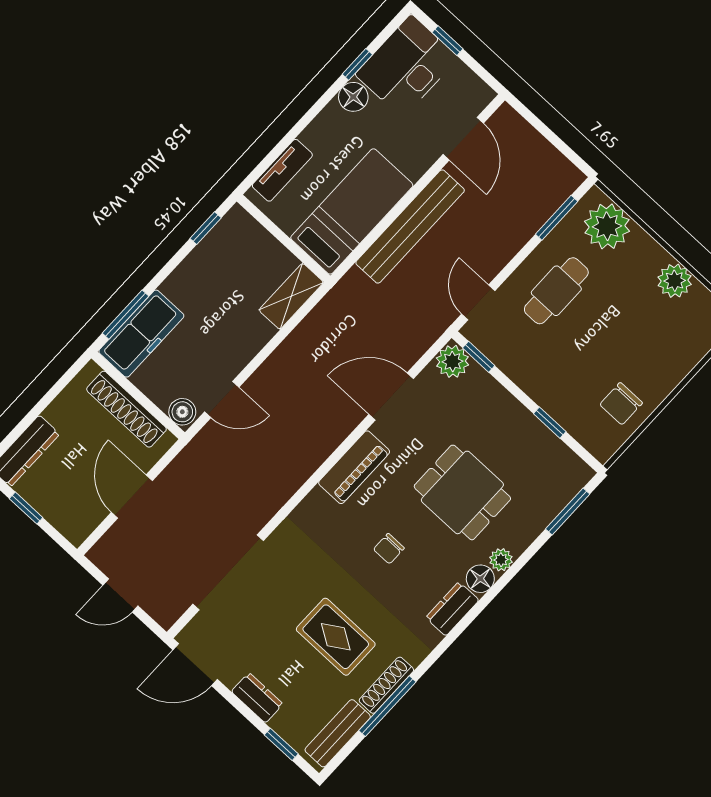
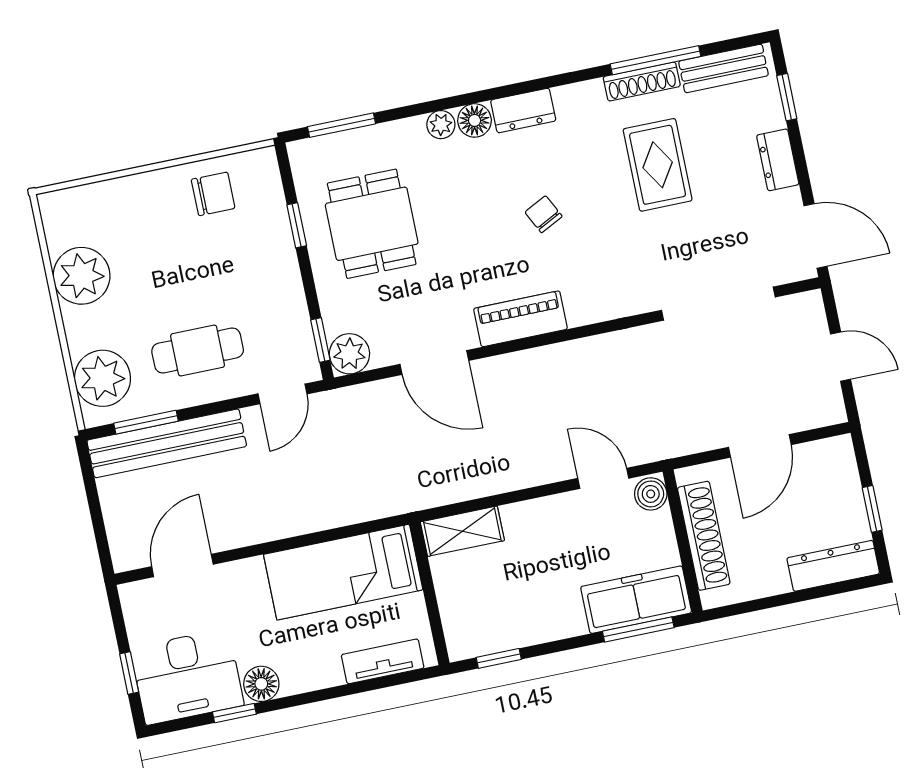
bench: (410, 226) -> (167, 443), moved
plant: (675, 281) -> (82, 276), width x1.36, depth x1.36
dining table: (462, 492) -> (372, 224), moved
chair: (389, 549) -> (544, 214), turned -117

